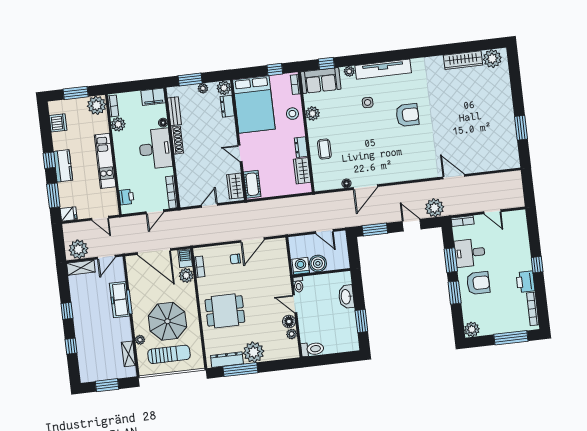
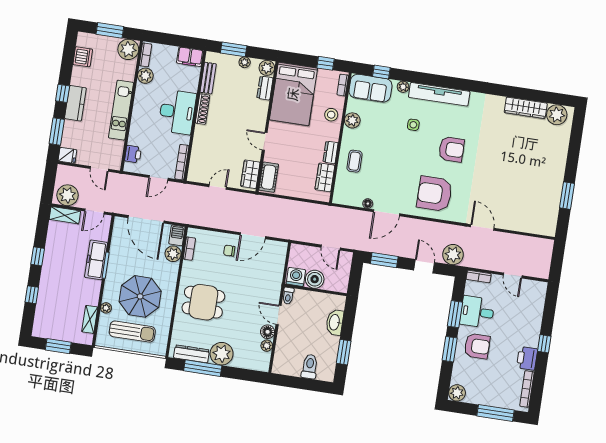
floor lamp: (163, 123) -> (193, 87), removed
armchair: (403, 158) -> (435, 194), added
toilet: (312, 349) -> (310, 367), moved, turned -90

